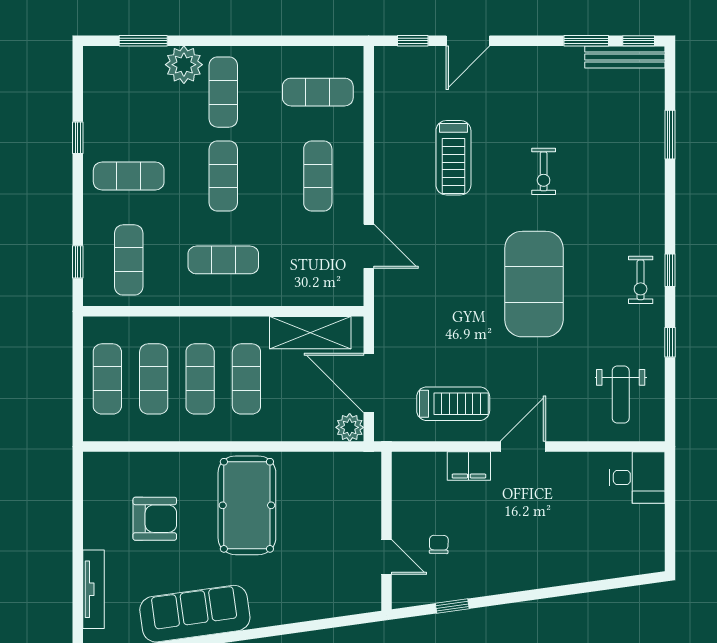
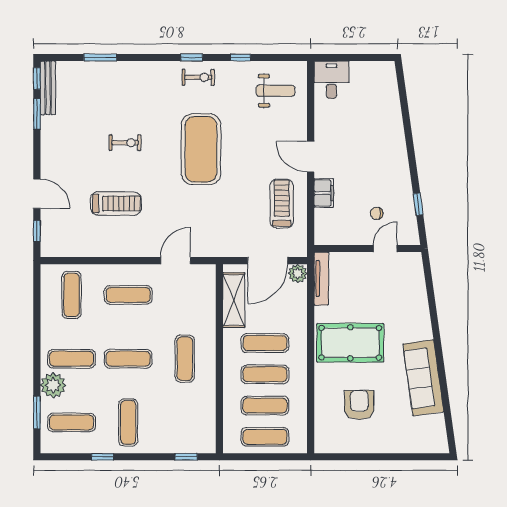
exercise mat: (129, 260) -> (72, 422), moved
exercise mat: (534, 284) -> (201, 149), turned 90
tv unit: (94, 589) -> (321, 278), moved, turned 90

